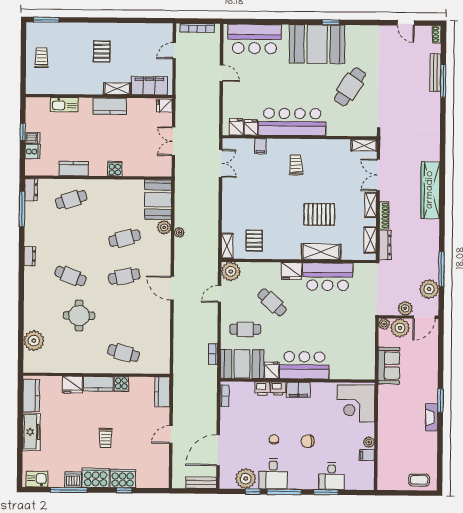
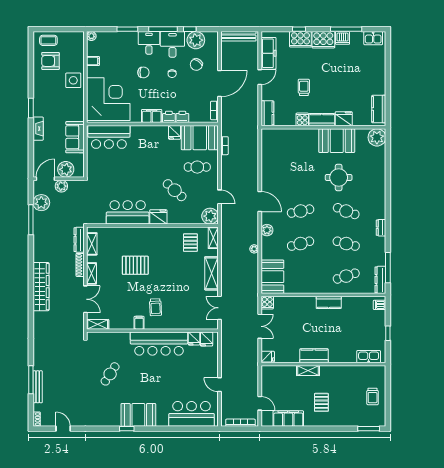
booth: (317, 44) -> (138, 415), width x0.73, depth x0.70
door: (174, 51) -> (260, 403), hinge flipped
filing cabinet: (149, 86) -> (288, 419), moved, turned 180
cafe table: (350, 87) -> (110, 374), width x0.73, depth x0.74
kitchen sink: (64, 105) -> (369, 357), moved
dishwasher: (32, 138) -> (380, 305), moved
filing cabinet: (260, 146) -> (139, 323), moved
cooker: (32, 152) -> (379, 317), removed
kitchen counter: (74, 169) -> (329, 302), moved
cooker: (115, 169) -> (267, 303), moved
dresser: (31, 190) -> (380, 280), width x1.44
plant: (164, 227) -> (267, 230), moved
shelving: (321, 252) -> (211, 273), moved, turned 90
door: (219, 294) -> (219, 197), hinge flipped
plant: (384, 324) -> (79, 173), removed
plant: (34, 341) -> (377, 137), moved
cafe table: (124, 353) -> (346, 244), moved
booth: (81, 359) -> (337, 141), added
bar counter: (304, 365) -> (109, 137), moved
corner desk: (356, 403) -> (108, 99), width x1.36, depth x1.36
fireplace: (432, 417) -> (38, 129), moved
freezer: (31, 432) -> (268, 53), moved, turned 180
side table: (390, 433) -> (73, 80), added
trolley: (106, 438) -> (304, 87), moved
plant: (369, 442) -> (91, 36), moved
door: (218, 450) -> (219, 84), moved
chair: (245, 450) -> (196, 65), added
armchair: (417, 456) -> (50, 61), added
desk: (332, 476) -> (149, 43), moved
bench: (201, 483) -> (238, 36), width x1.36

